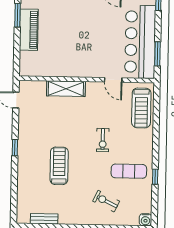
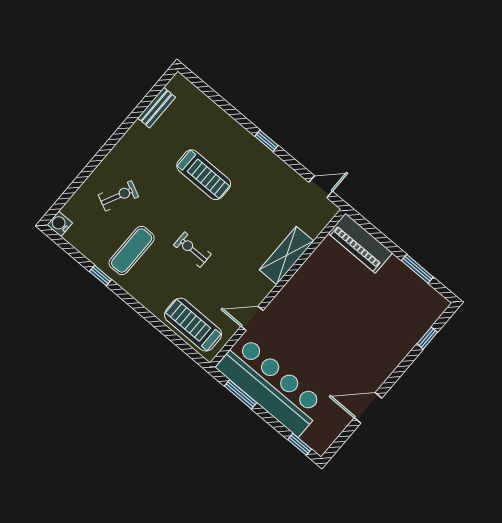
piano: (29, 30) -> (360, 243), moved

